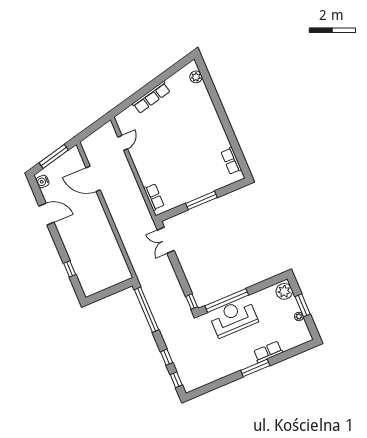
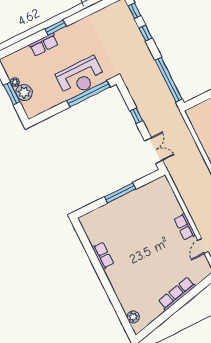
row of seats: (231, 161) -> (103, 255), moved
row of seats: (154, 197) -> (185, 227), moved
plant: (284, 291) -> (24, 92), moved
window: (192, 302) -> (136, 116), moved
window: (255, 368) -> (55, 28), width x0.69

